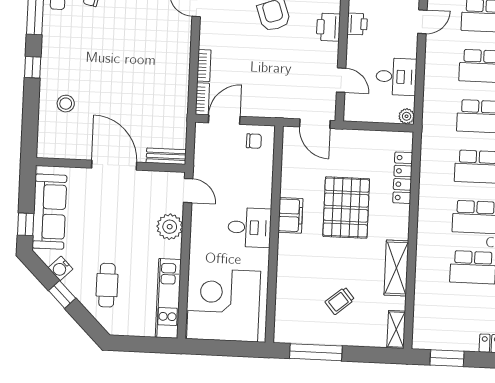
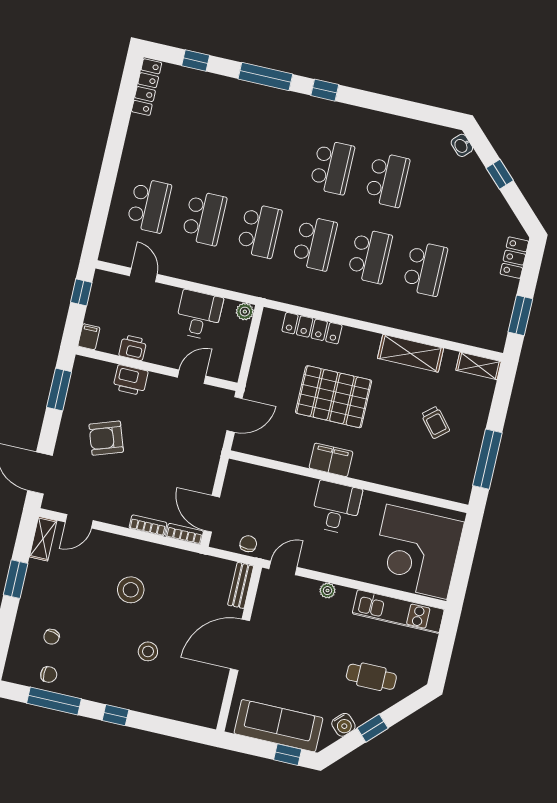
stool: (145, 61) -> (131, 590), added
stool: (66, 104) -> (148, 651), moved
chair: (254, 141) -> (248, 544), moved
plant: (170, 227) -> (327, 591), width x0.53, depth x0.53

